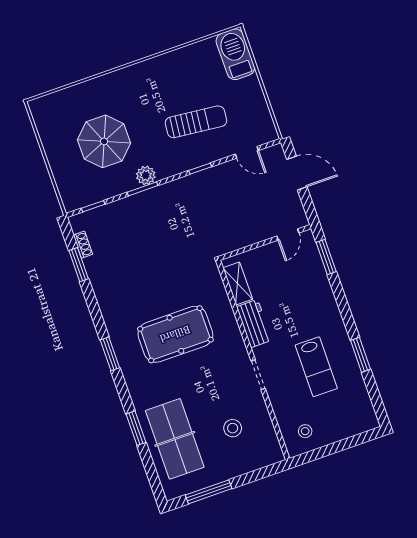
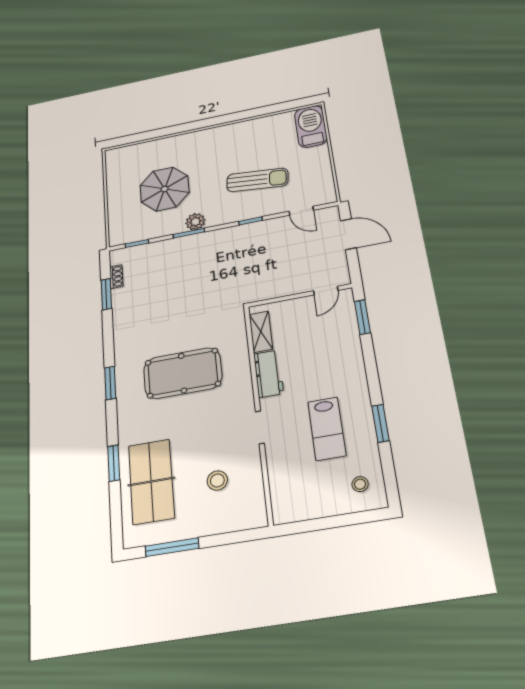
stool: (305, 431) -> (360, 484), moved

